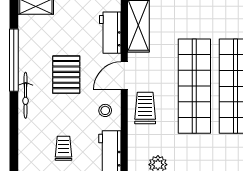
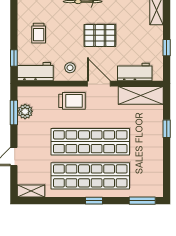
trolley: (64, 148) -> (39, 33), turned 90

